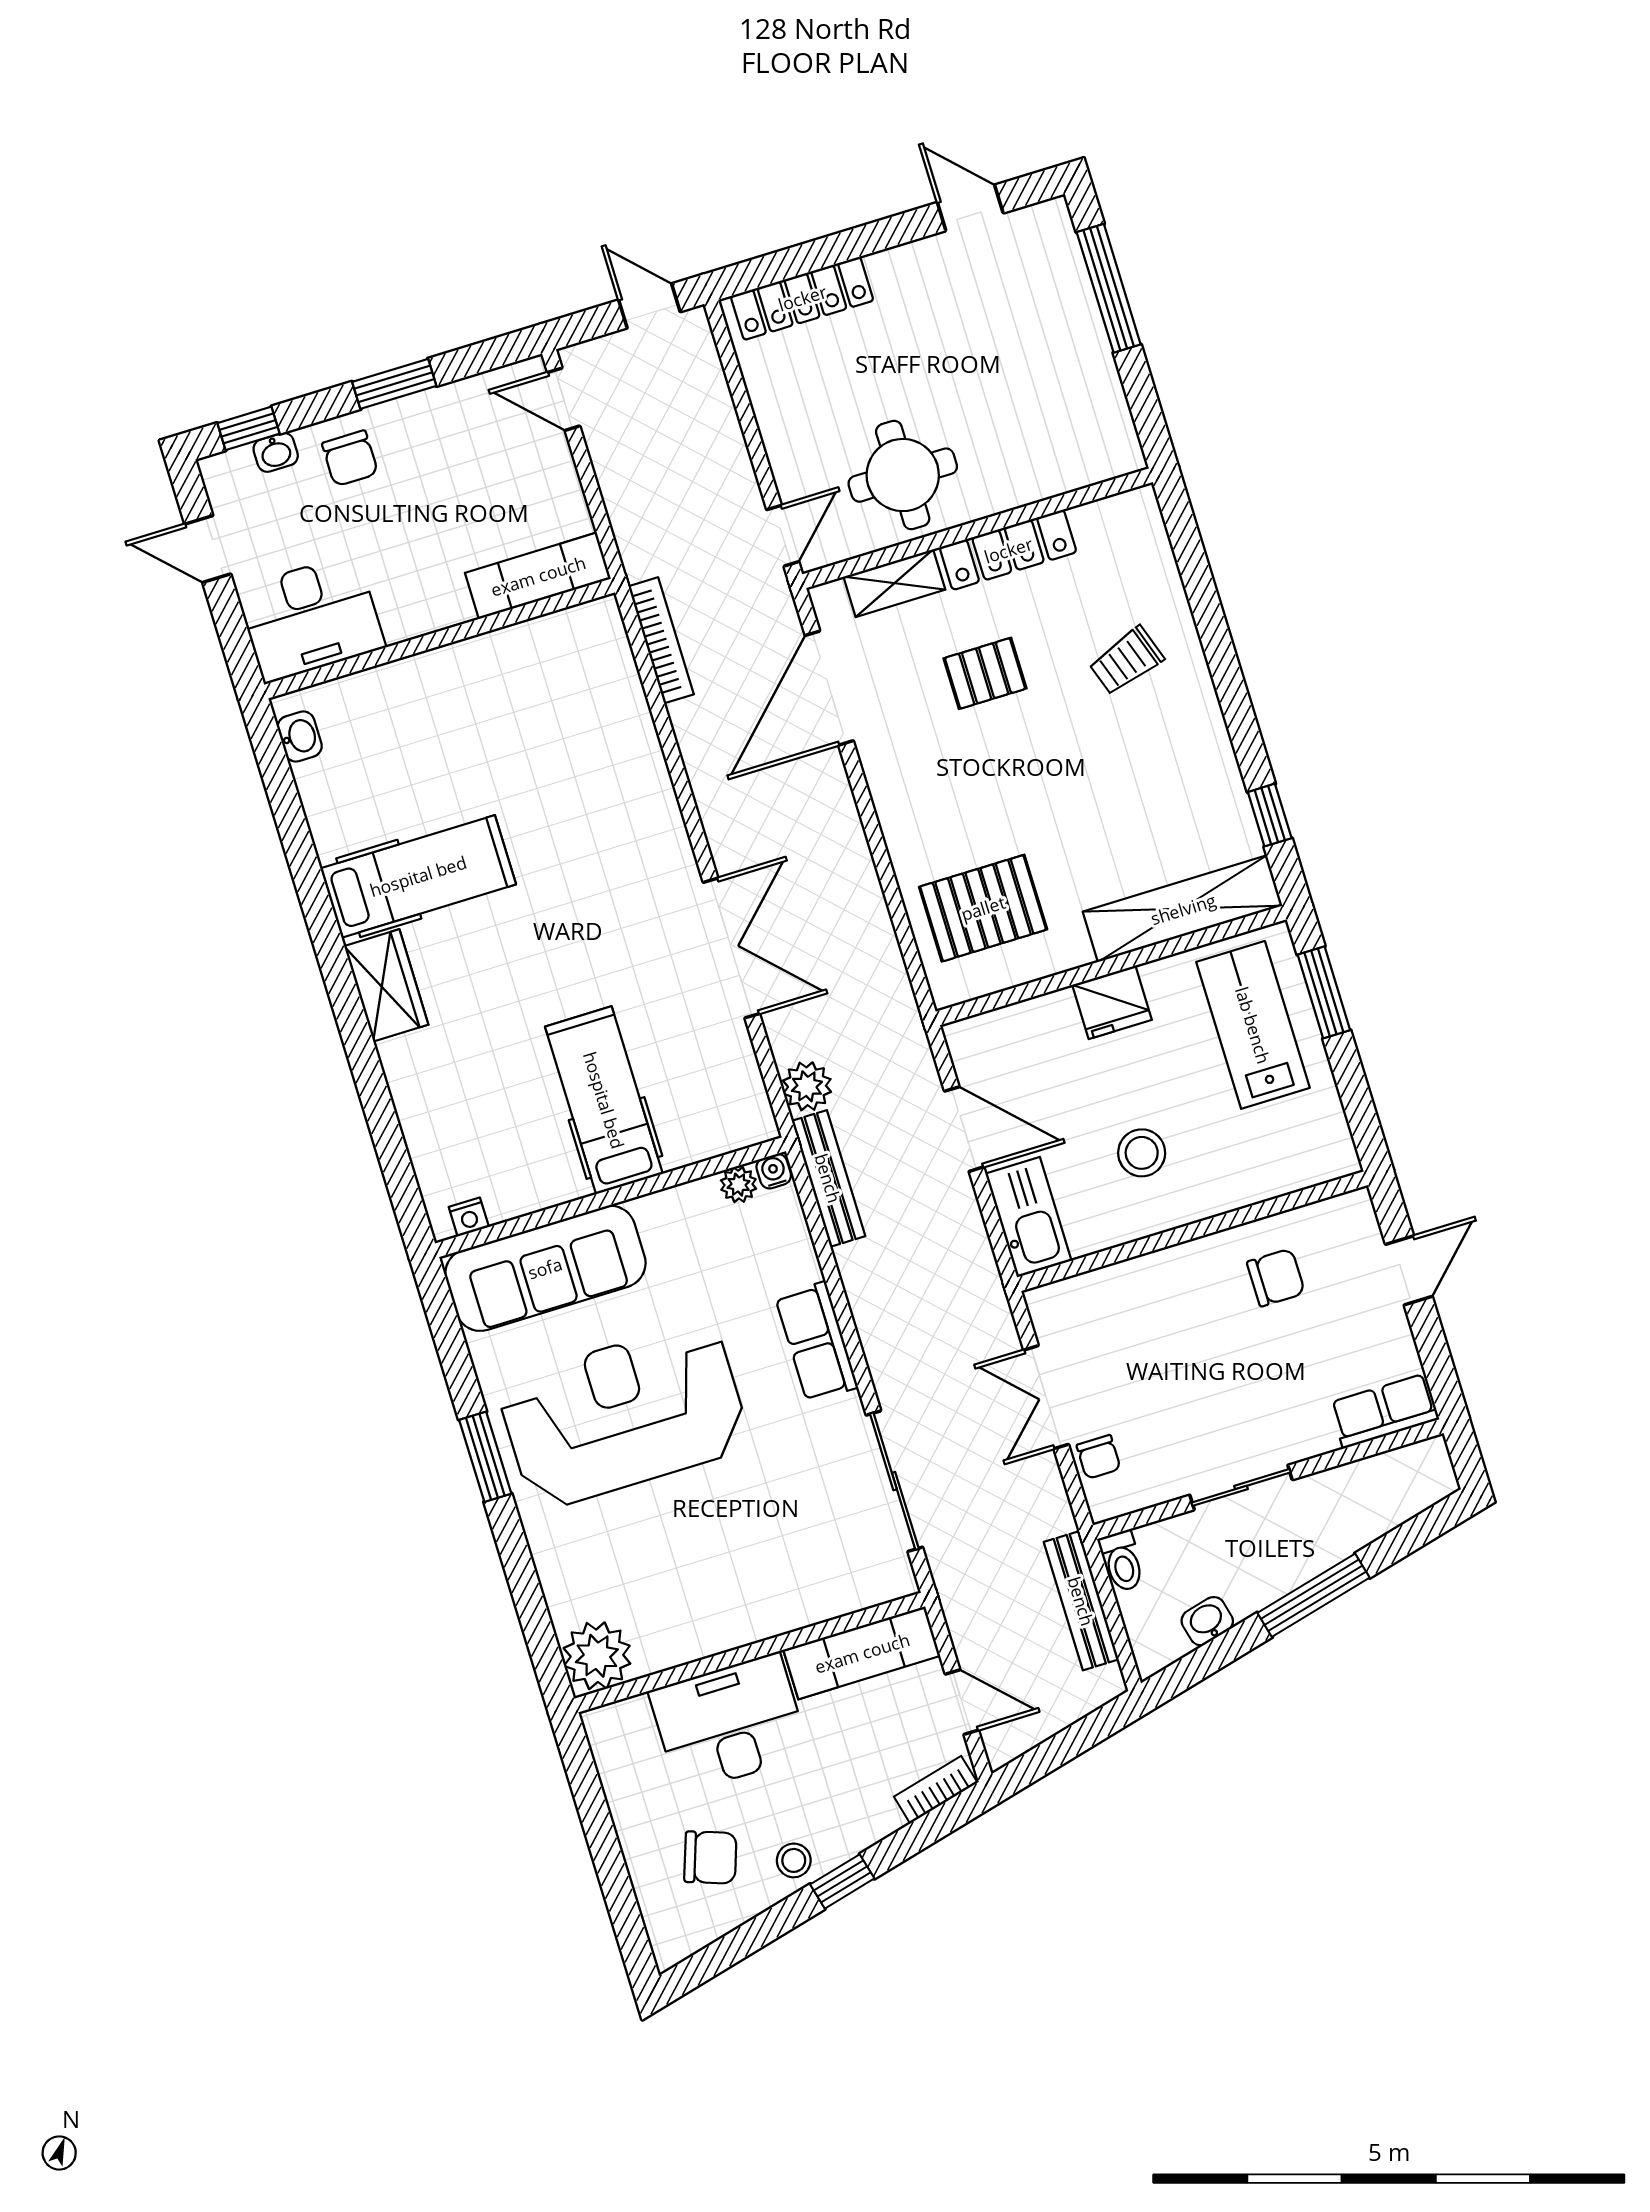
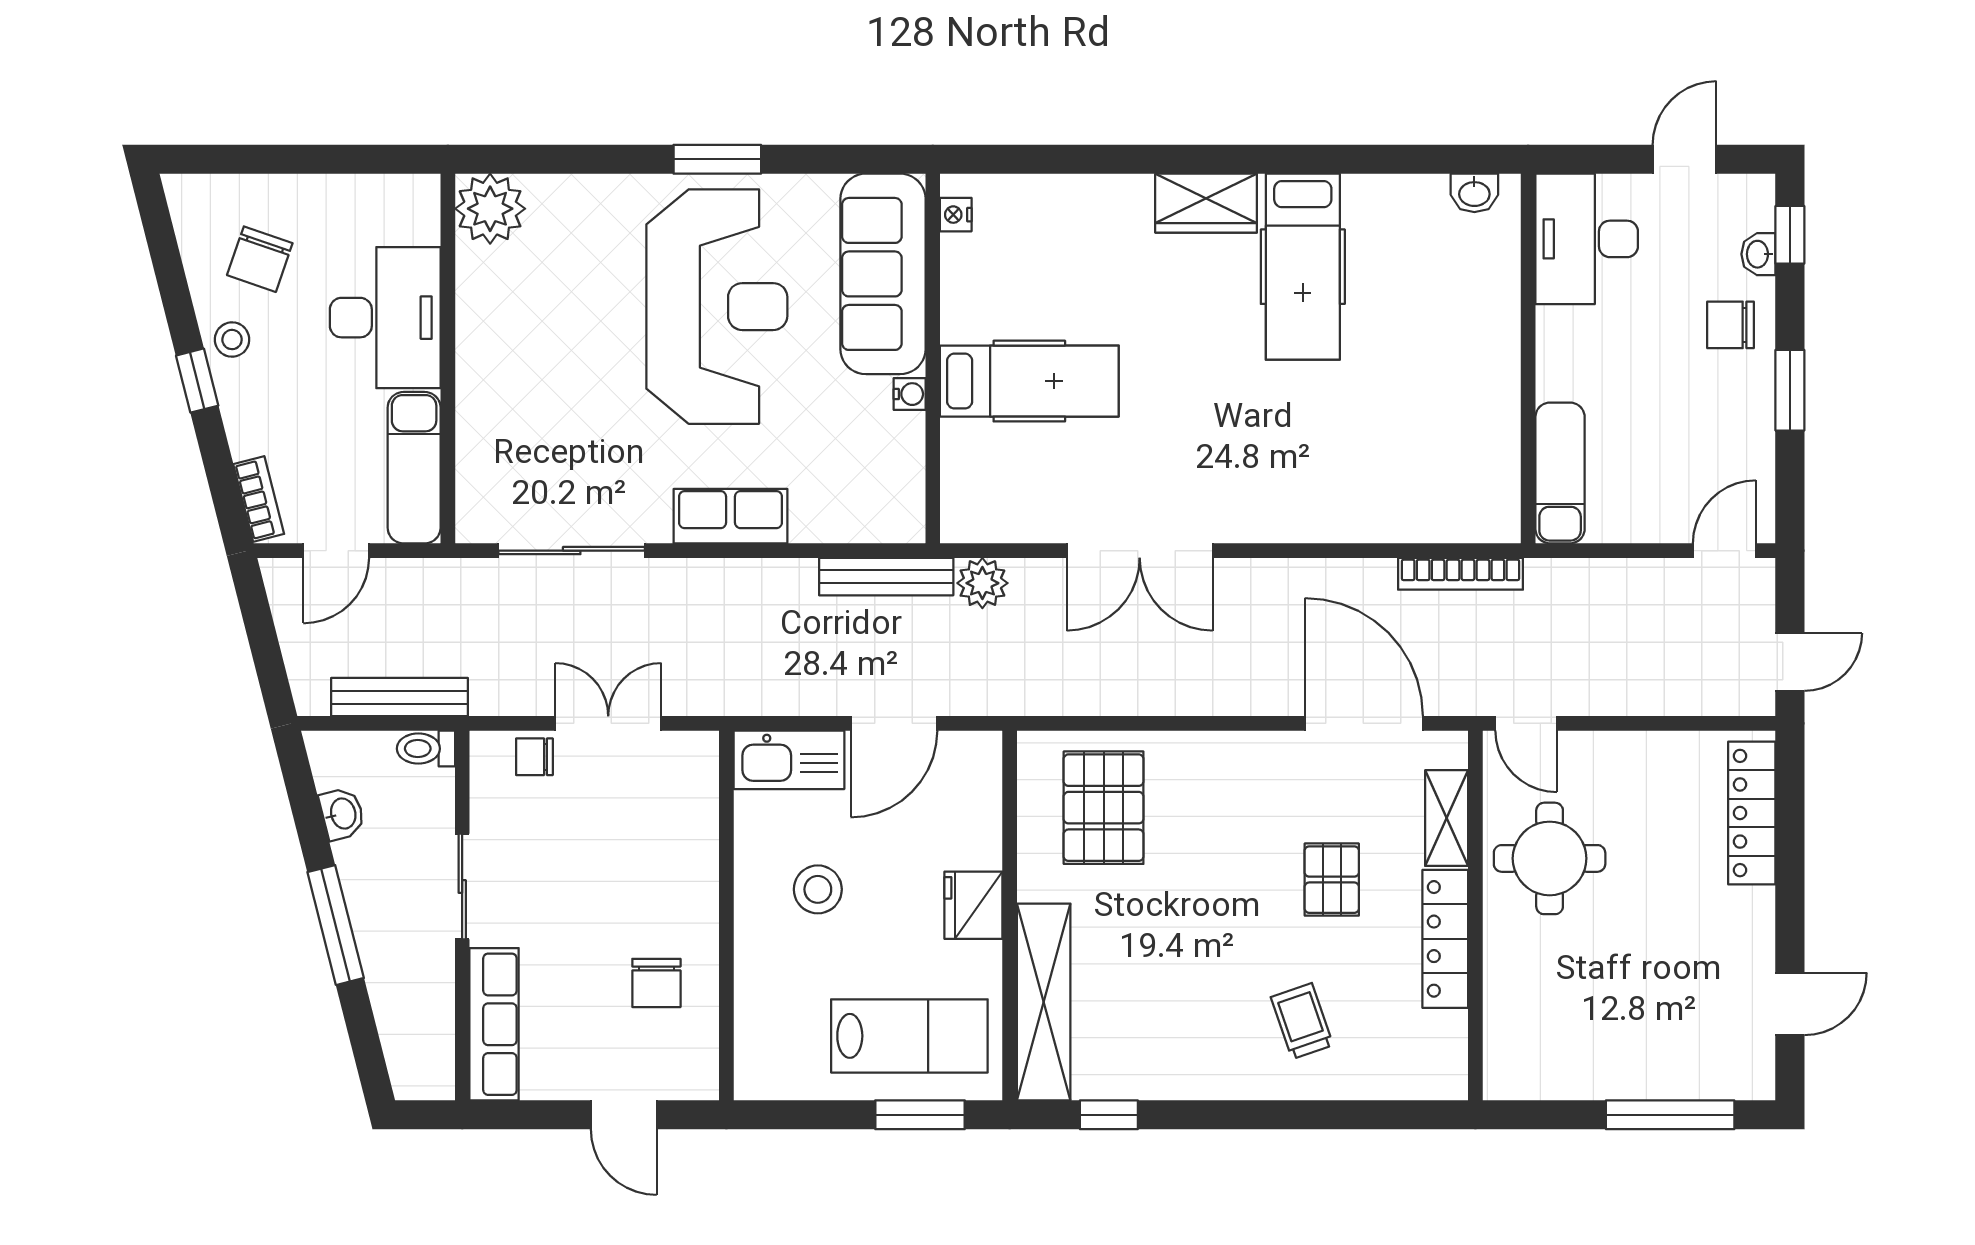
water cooler: (774, 1171) -> (910, 394), moved
plant: (739, 1185) -> (907, 487), removed
row of seats: (1384, 1411) -> (494, 1024), width x1.48

